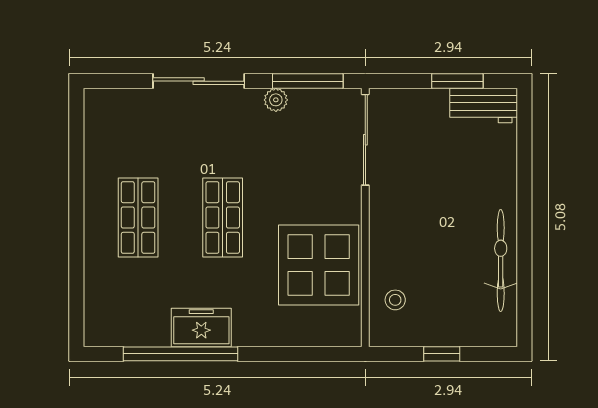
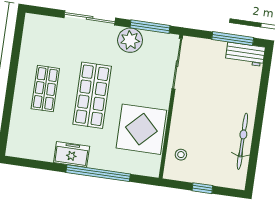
window: (457, 81) -> (233, 39), width x1.44
plant: (276, 100) -> (130, 40), width x1.88, depth x1.88
shop shelf: (223, 217) -> (92, 95), width x1.43, depth x1.36
window: (181, 354) -> (98, 173), moved

